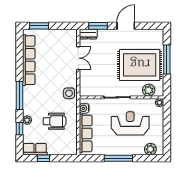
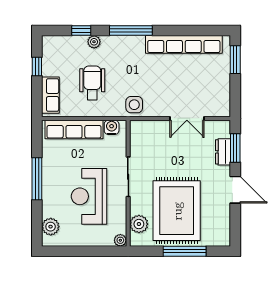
dresser: (88, 34) -> (223, 152), moved
wheelchair: (54, 121) -> (92, 83), turned 180
reception desk: (130, 123) -> (89, 196), turned 180
row of seats: (35, 149) -> (50, 95), moved

